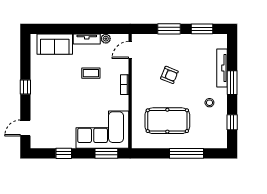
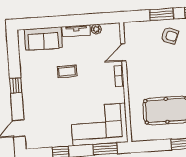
door: (130, 50) -> (123, 52), moved
coffee table: (91, 73) -> (67, 71), moved
armchair: (169, 75) -> (170, 35), moved

